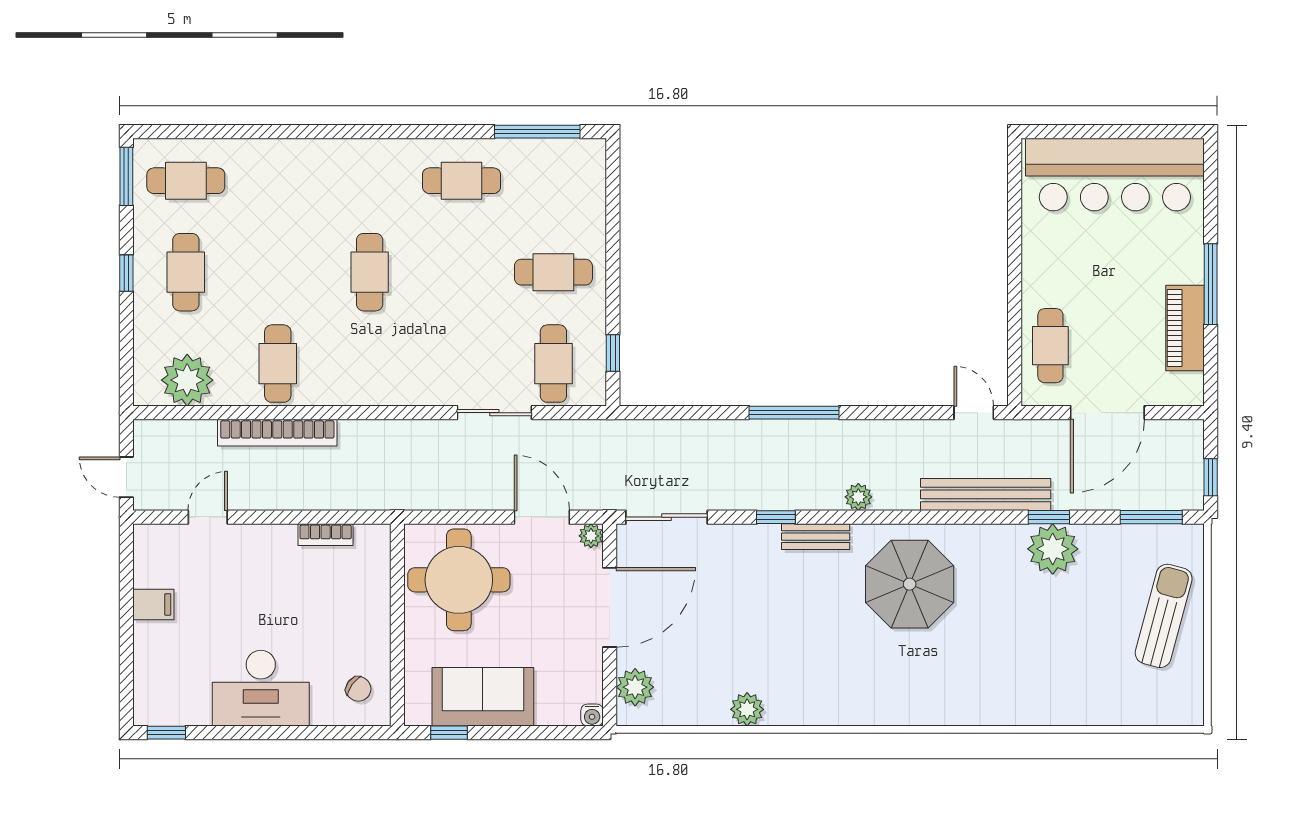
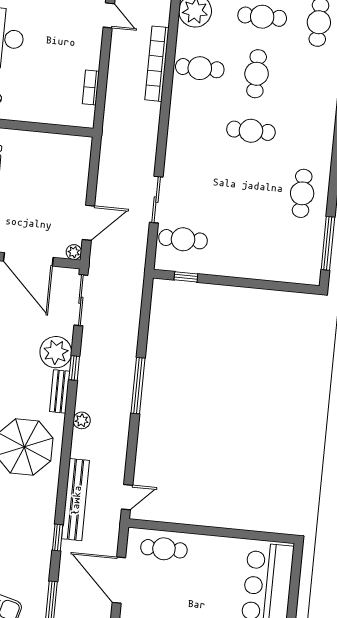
cafe table: (553, 272) -> (257, 74), moved
plant: (1053, 549) -> (56, 352), moved
round table: (459, 580) -> (55, 167), removed

